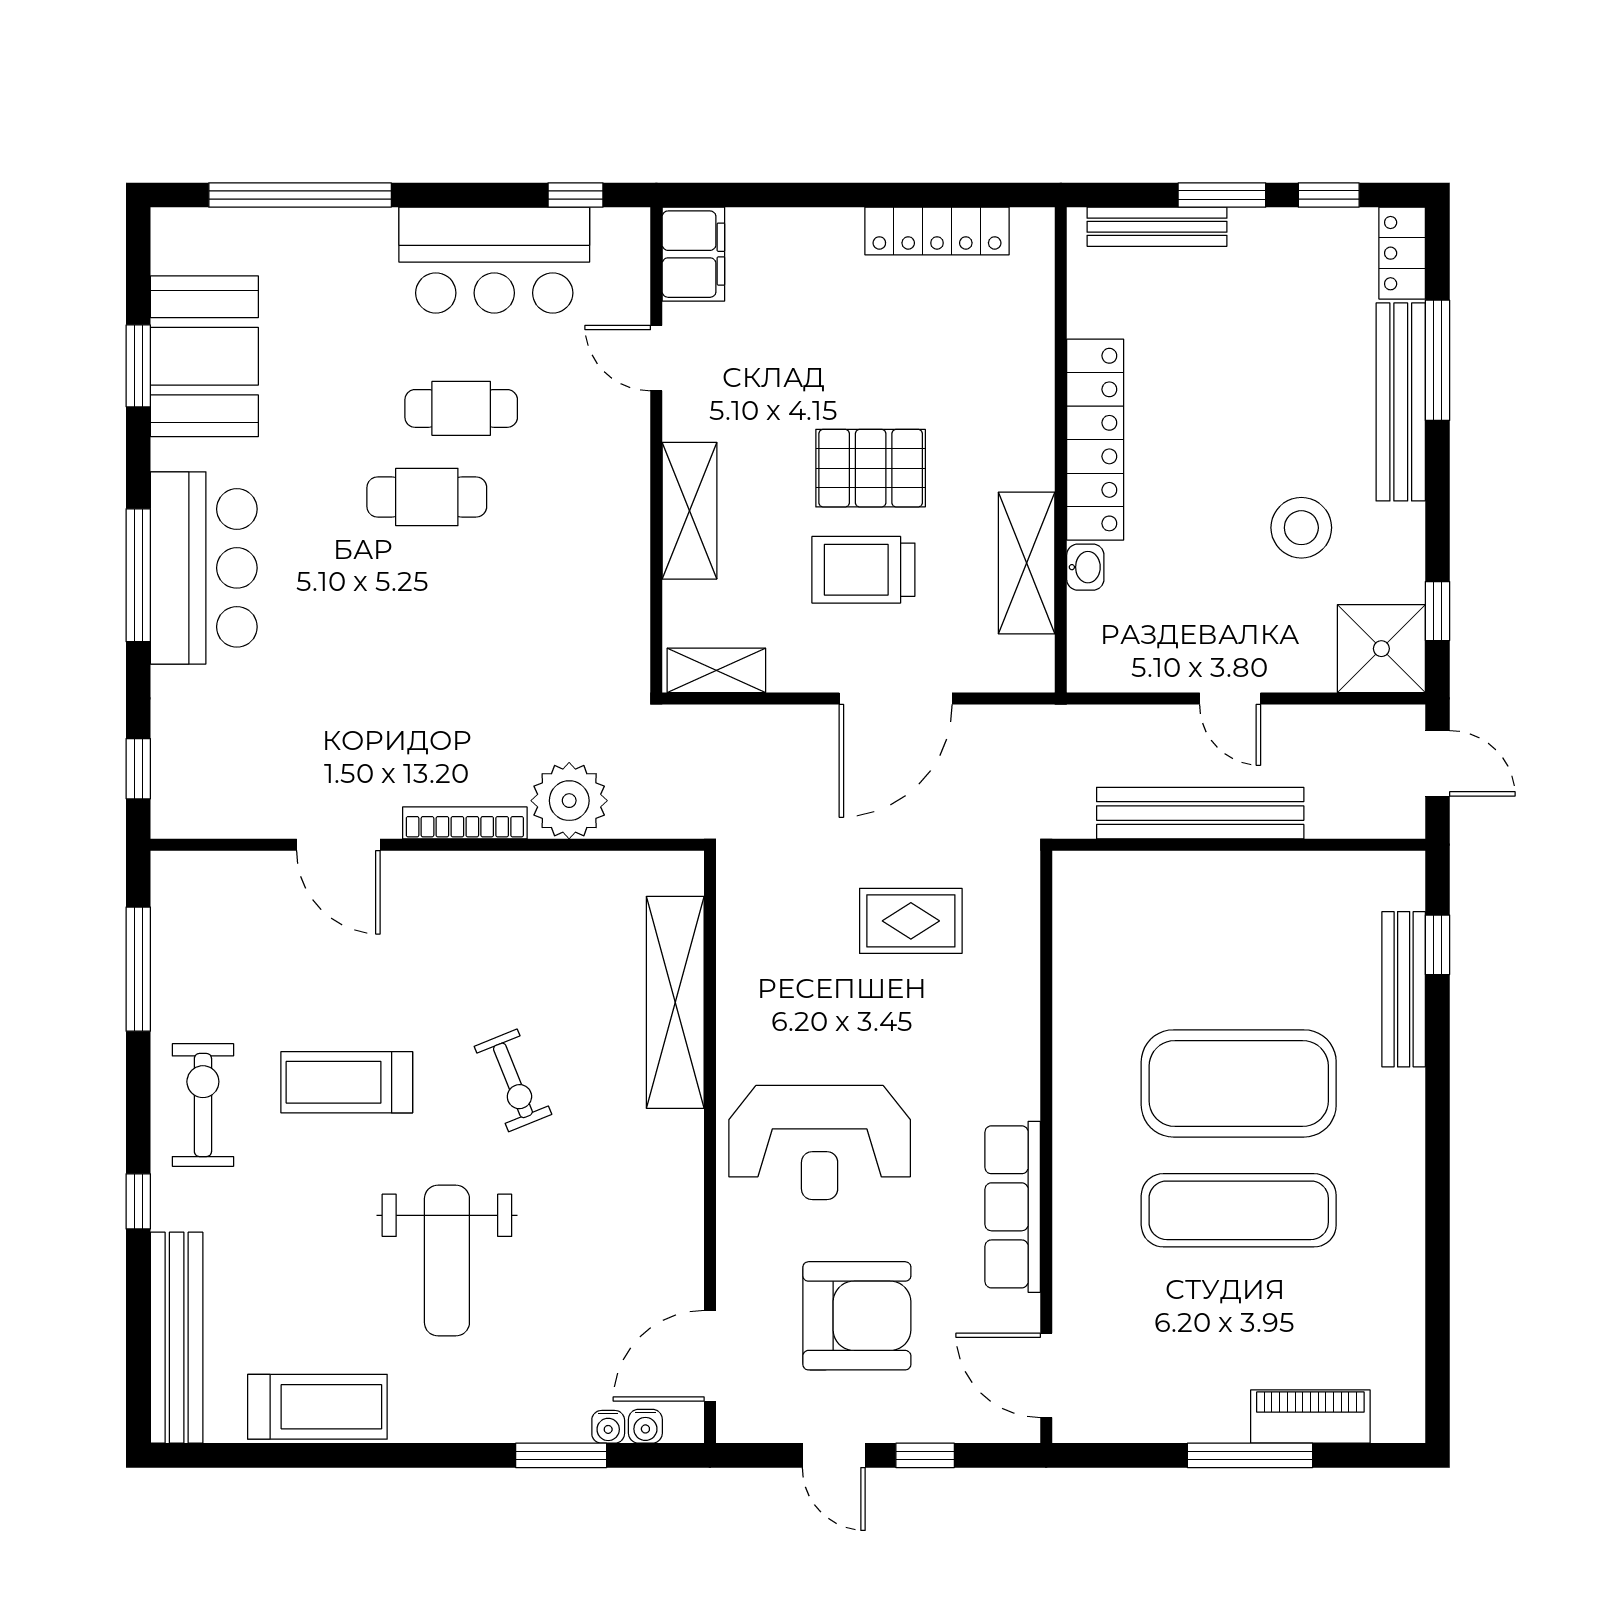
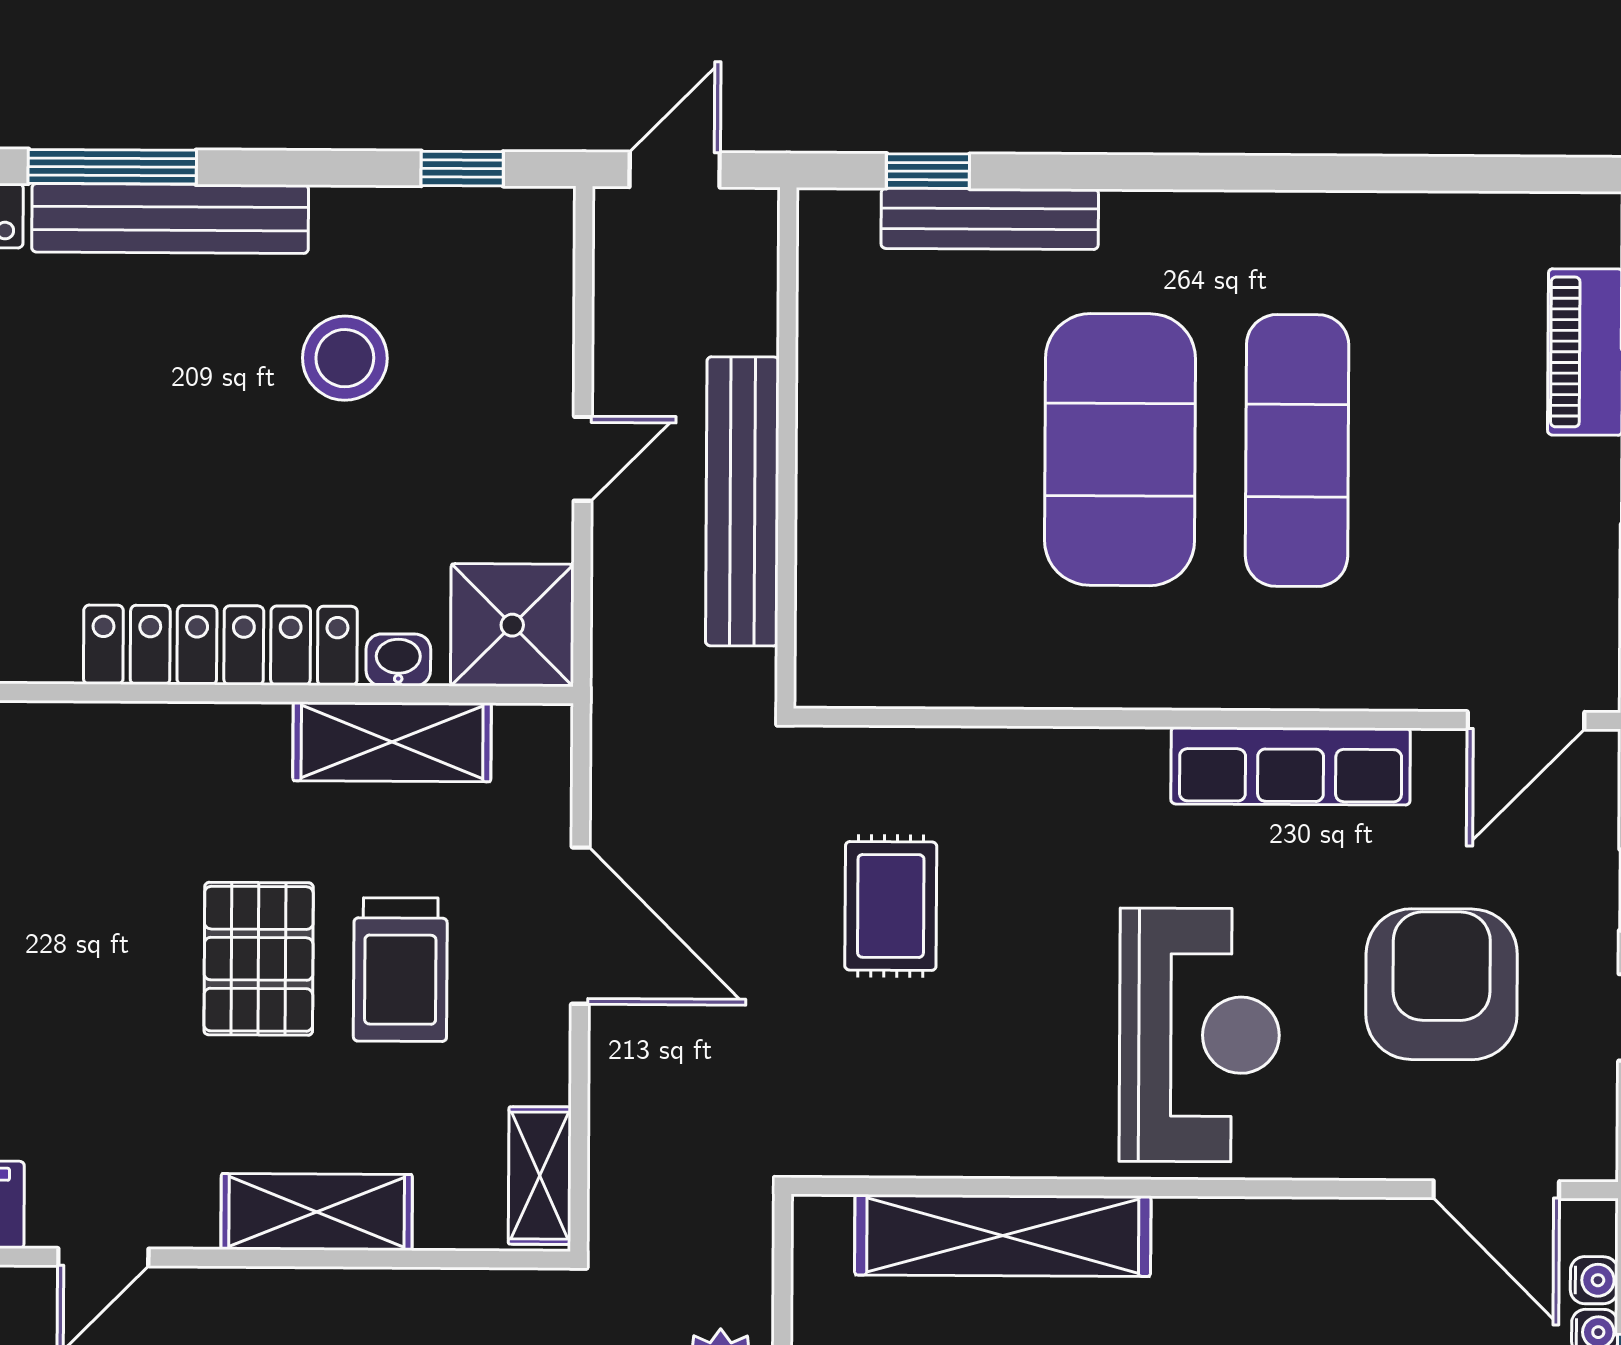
shower: (1381, 649) -> (512, 625), moved

